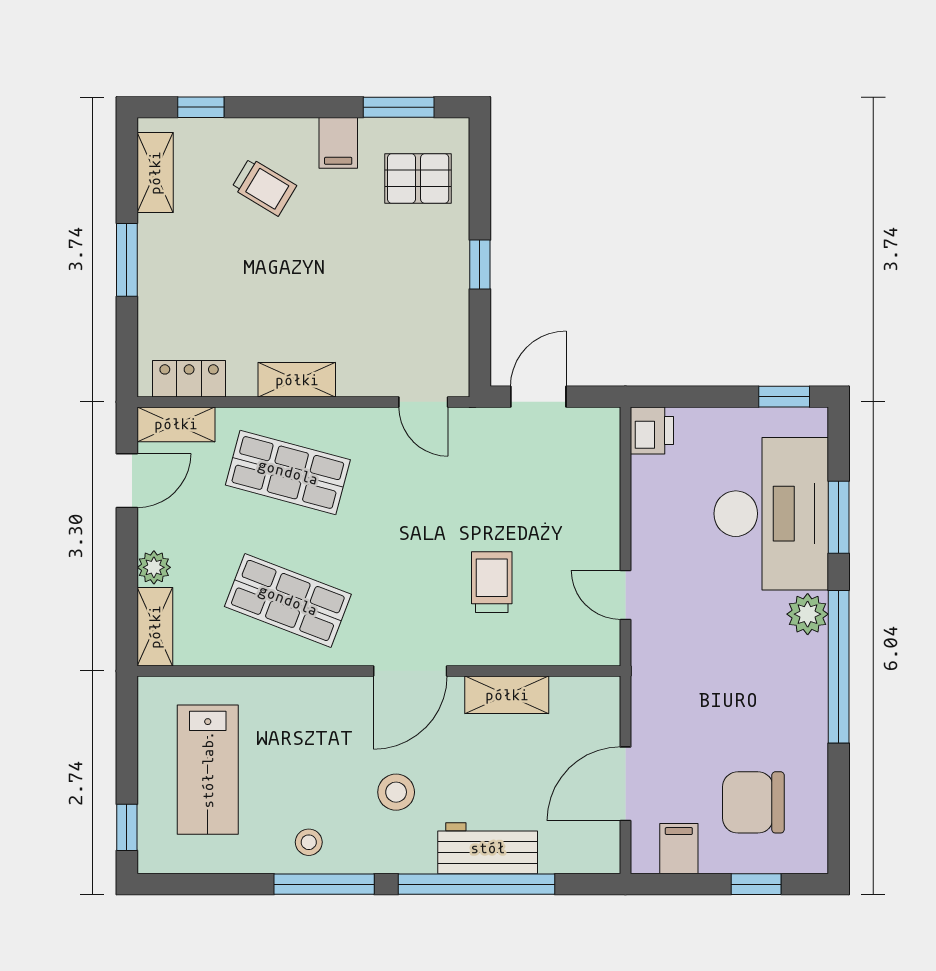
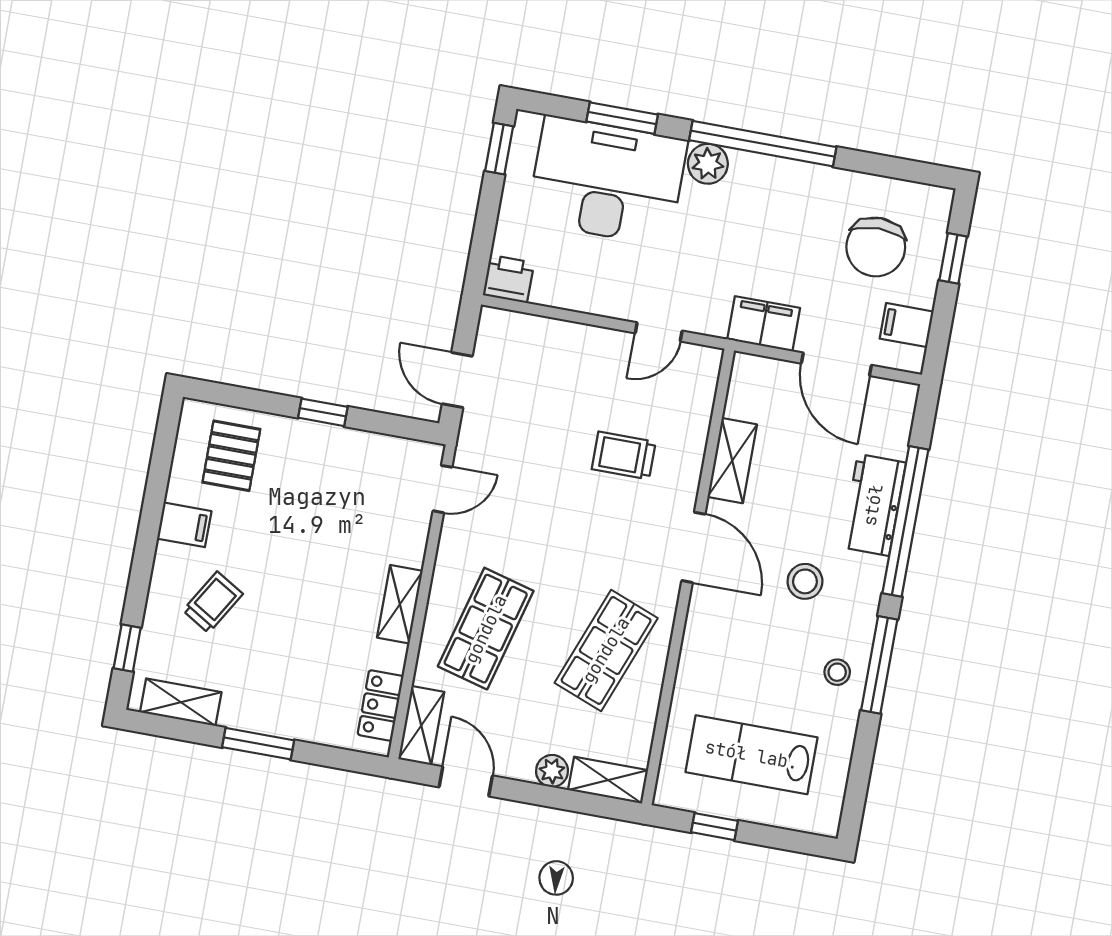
window: (399, 107) -> (161, 462), removed
filing cabinet: (653, 701) -> (764, 324), added
lab bench: (208, 770) -> (752, 755), turned 180
window: (127, 827) -> (714, 827), moved

